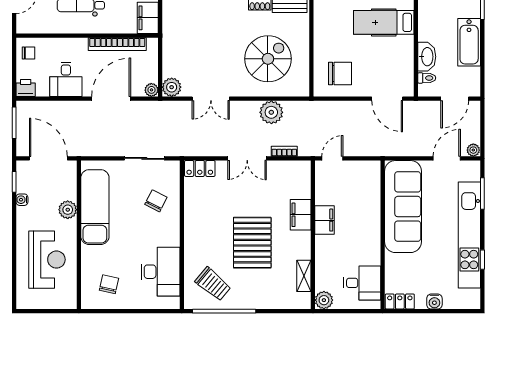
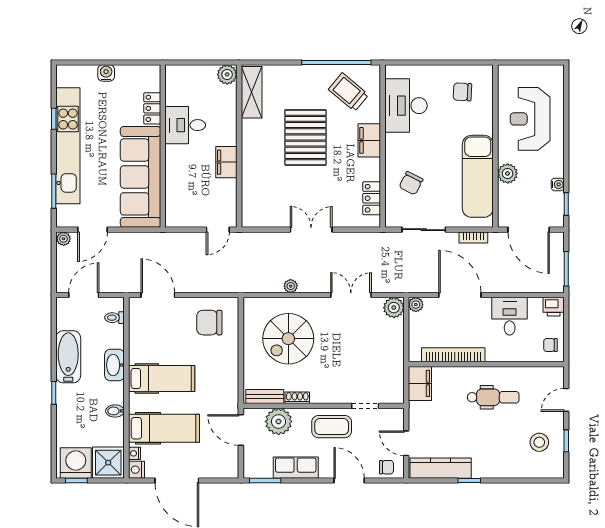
washbasin: (427, 57) -> (114, 365), moved
door: (111, 99) -> (460, 295), swing flipped
plant: (271, 112) -> (291, 286), width x0.53, depth x0.53
bookcase: (284, 151) -> (473, 238), moved
locker: (200, 168) -> (372, 198), moved, turned -90
filing cabinet: (301, 215) -> (369, 140), moved, turned 180
shelving: (304, 276) -> (252, 92), width x1.50, depth x1.33
desk: (362, 283) -> (185, 125), moved
chair: (109, 284) -> (462, 92), turned 80
locker: (400, 301) -> (152, 108), moved, turned 90

